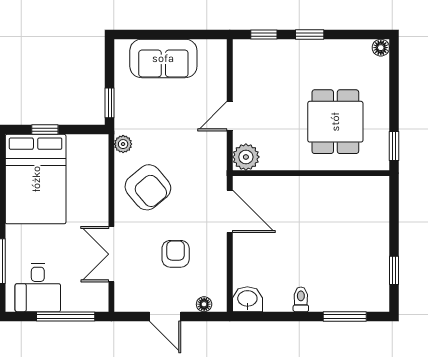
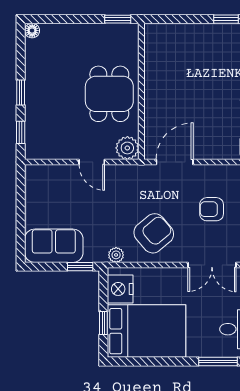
sofa: (163, 58) -> (54, 246), moved, turned -90
dining table: (335, 122) -> (109, 94), moved, turned 90
nightstand: (84, 149) -> (120, 289), added

